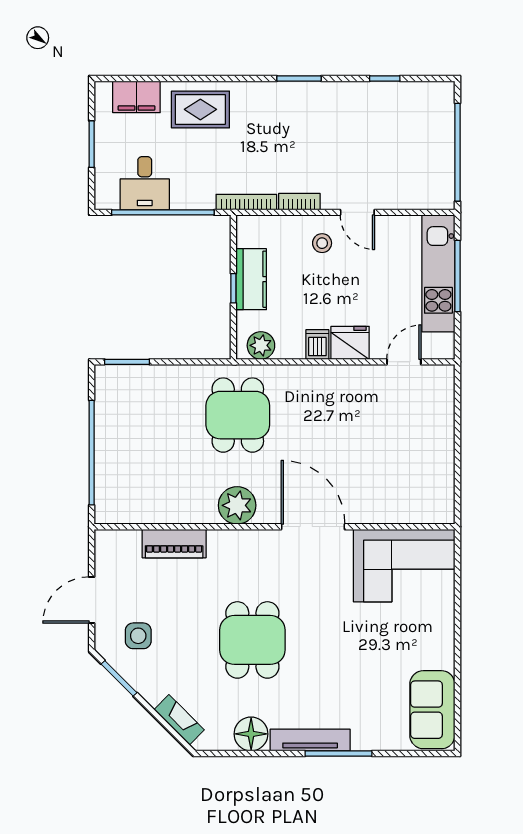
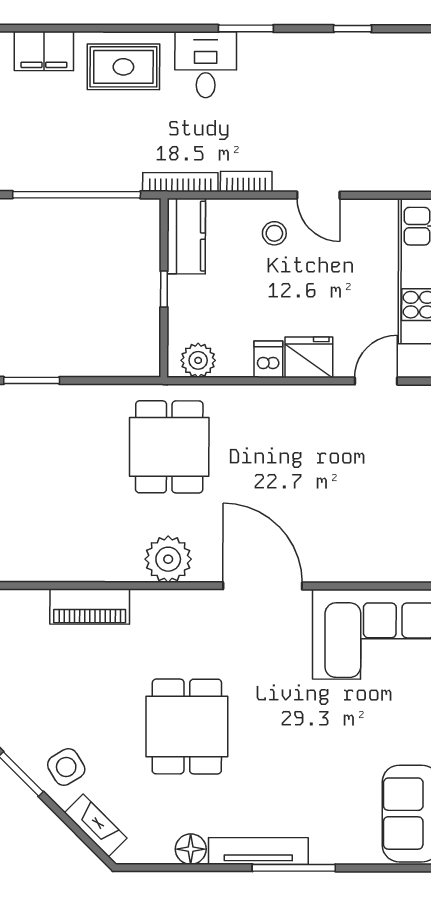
desk: (145, 183) -> (206, 65), moved, turned 180
kitchen counter: (251, 279) -> (186, 236), moved
side table: (138, 636) -> (66, 767), moved, turned -31
floor lamp: (251, 734) -> (191, 849), width x0.73, depth x0.73

